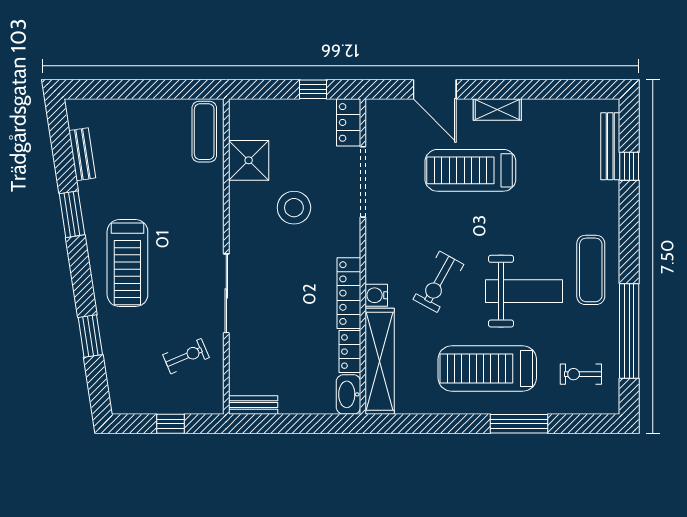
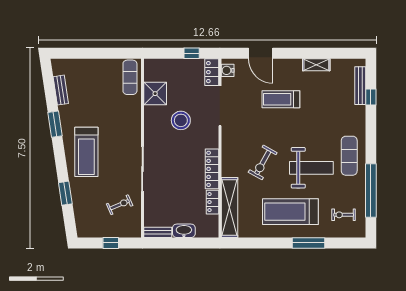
shelving: (497, 109) -> (316, 65), moved
treadmill: (470, 170) -> (281, 99), width x0.73, depth x0.73
water cooler: (376, 295) -> (228, 70), moved
washbasin: (348, 394) -> (184, 231), moved, turned 90

